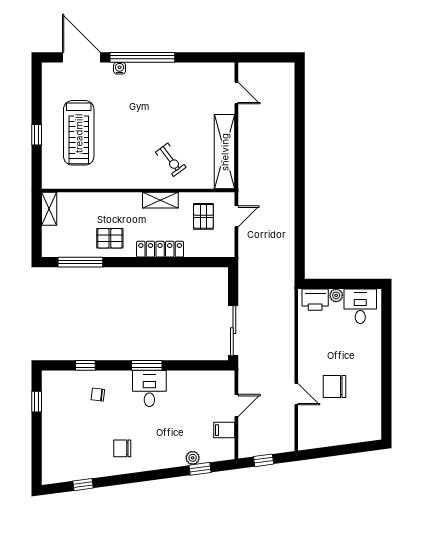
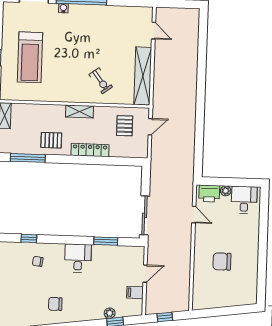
shelving: (160, 200) -> (80, 112), moved
window: (147, 365) -> (106, 241), moved
door: (296, 394) -> (194, 215), moved

